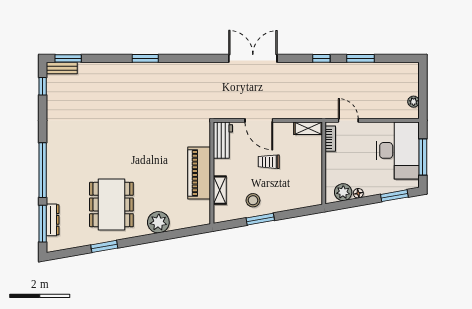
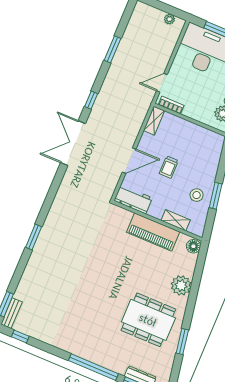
window: (321, 58) -> (91, 100), moved
floor lamp: (202, 218) -> (193, 246), added

